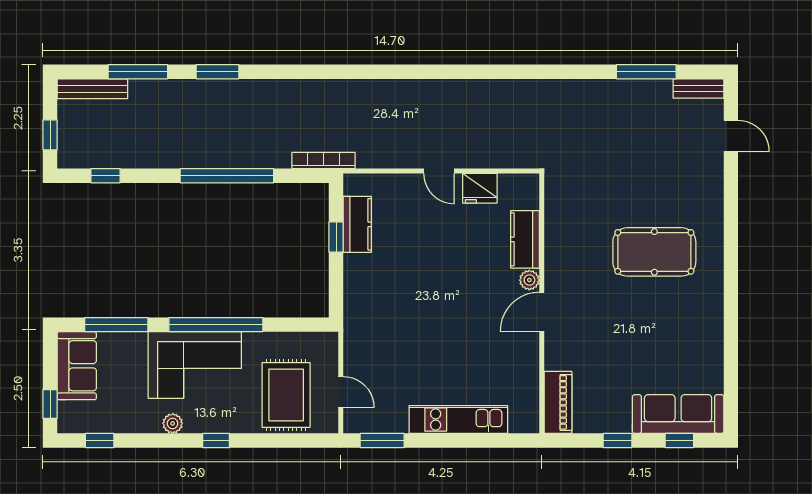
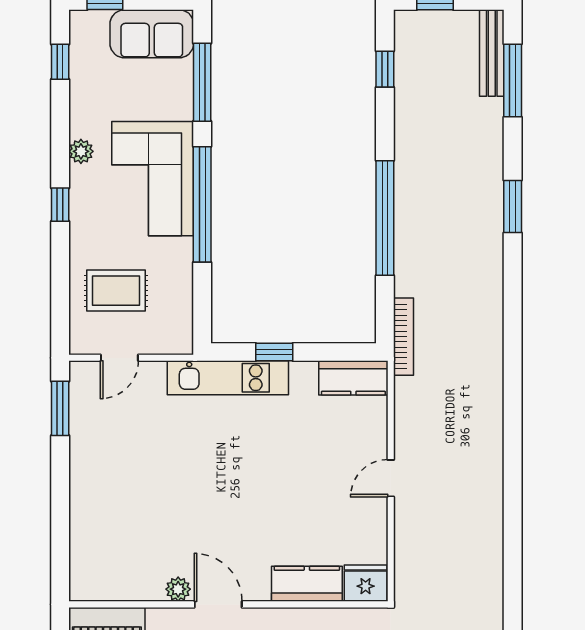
window: (138, 72) -> (513, 81), moved
fridge: (480, 188) -> (366, 583), moved, turned 90
kitchen counter: (357, 224) -> (353, 378), moved
window: (336, 237) -> (274, 352), moved
plant: (529, 280) -> (178, 589), moved
rug: (286, 395) -> (116, 291), width x0.73, depth x0.70
kitchen unit: (458, 419) -> (228, 378), moved, turned 90

